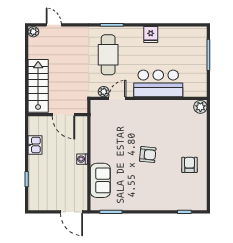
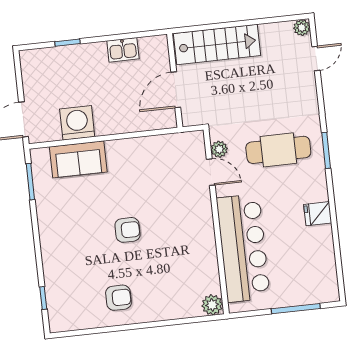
bar counter: (158, 83) -> (243, 248), width x1.36
armchair: (148, 155) -> (127, 230), turned -96
washing machine: (82, 159) -> (77, 123), moved, width x1.89, depth x1.89

